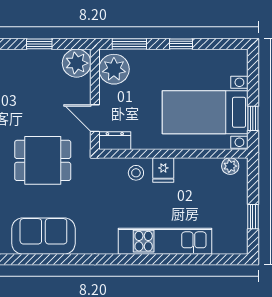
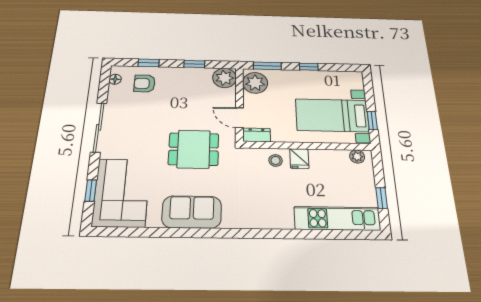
kitchen unit: (165, 241) -> (337, 218), moved

